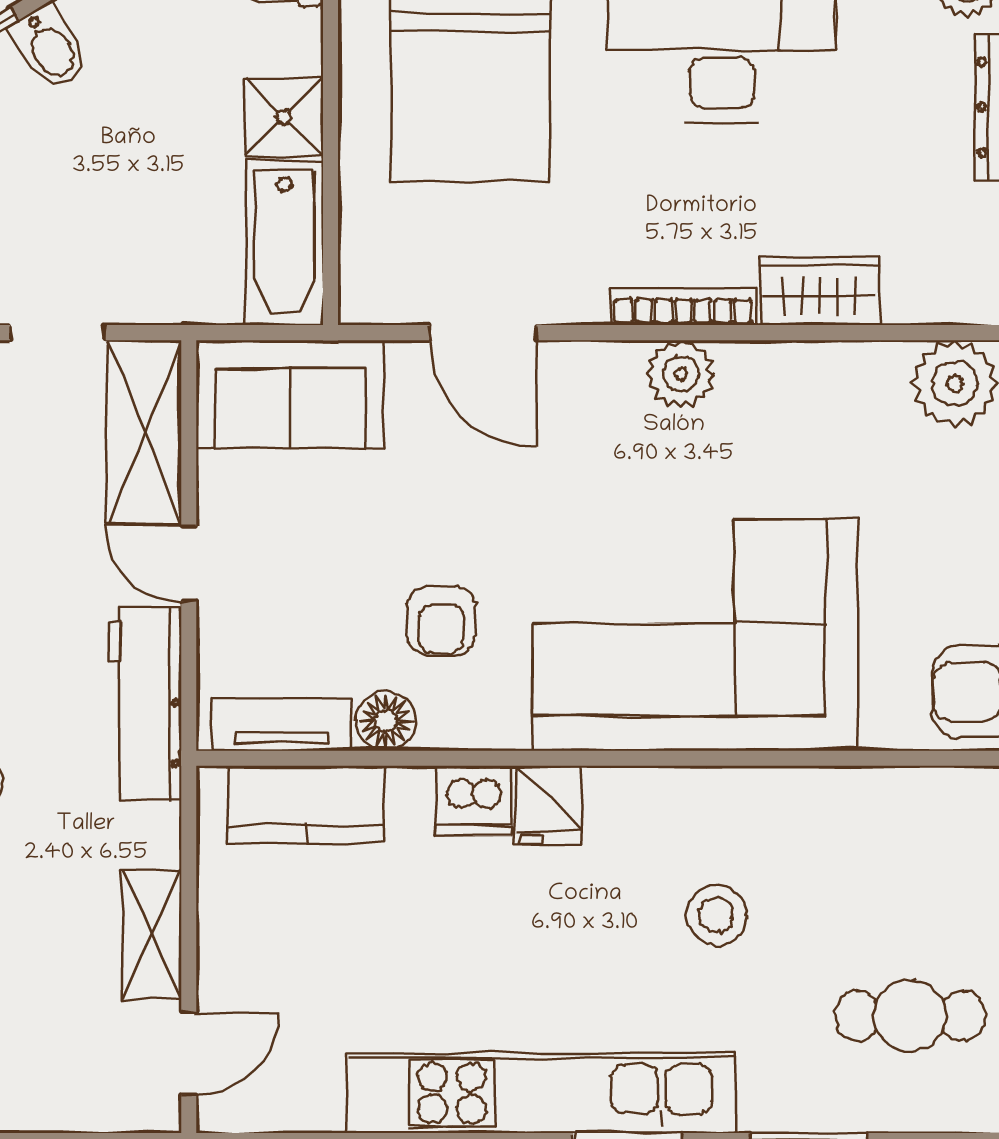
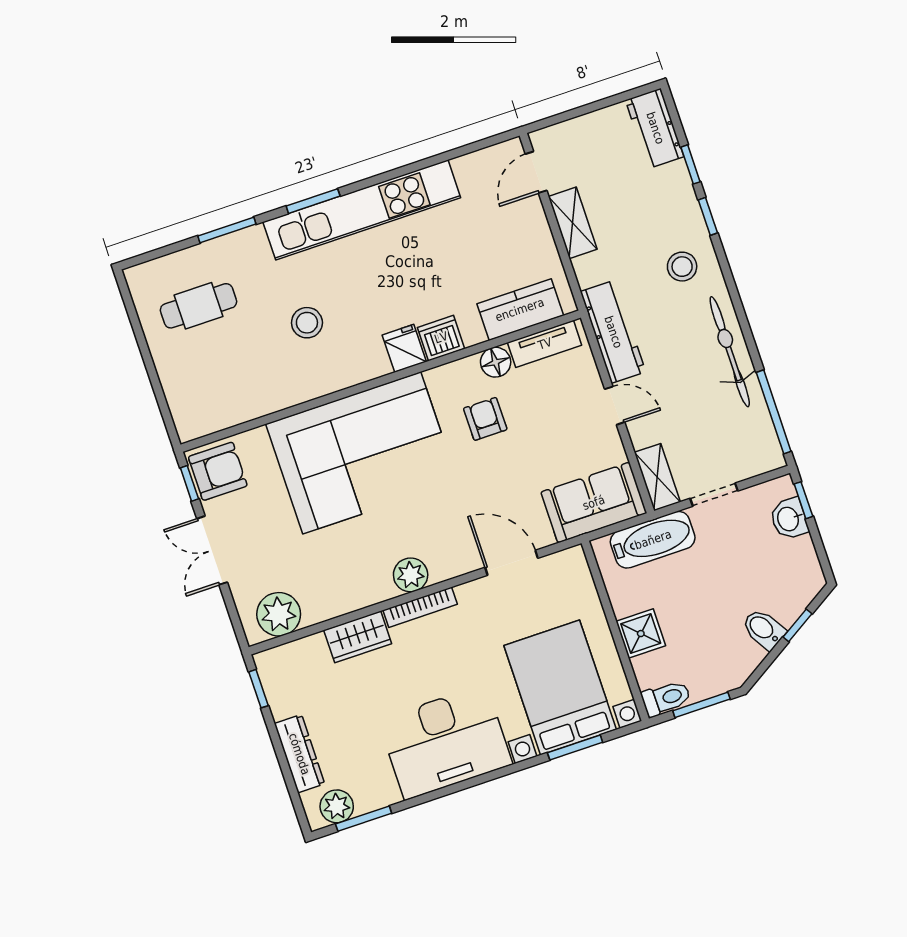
bathtub: (285, 243) -> (653, 540), moved, turned 90
shelving: (144, 432) -> (657, 477), width x0.67, depth x0.75

